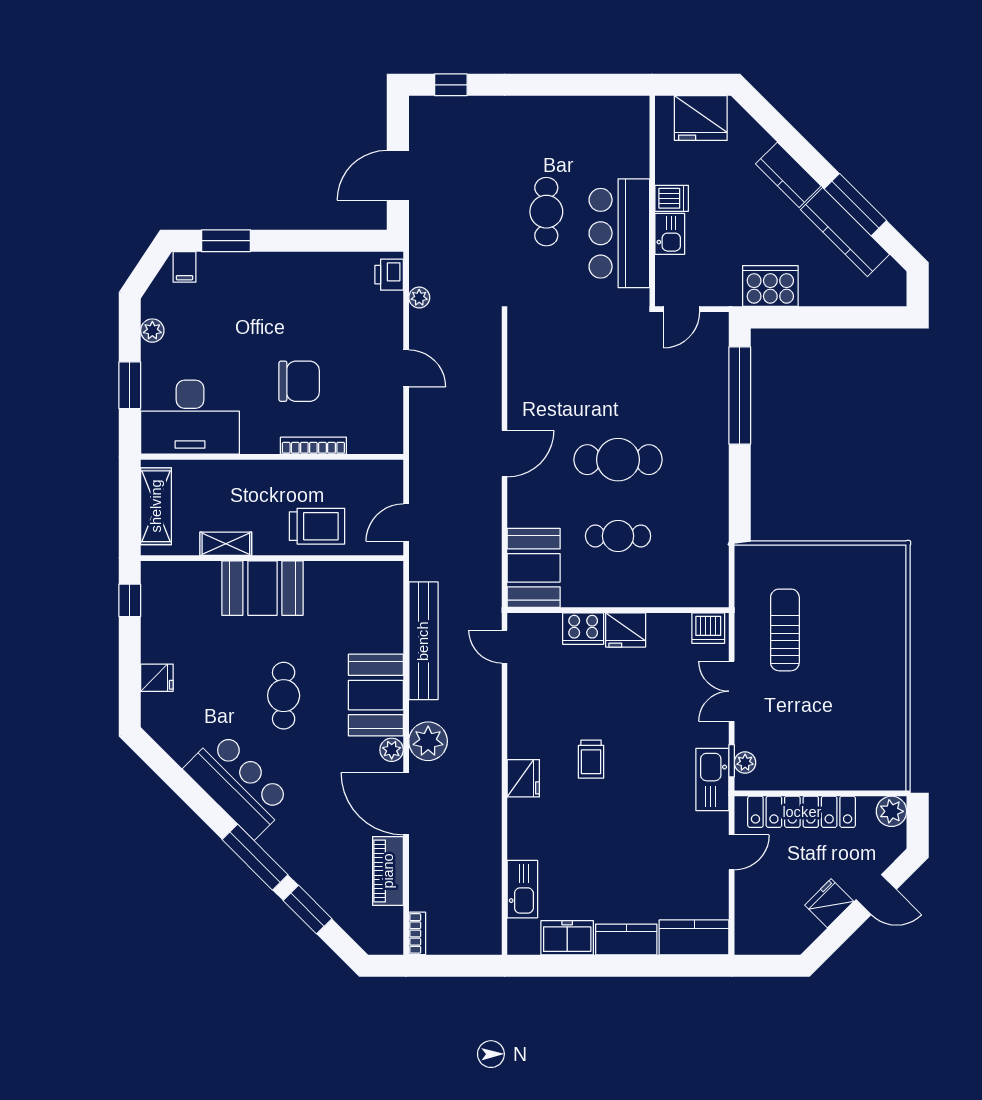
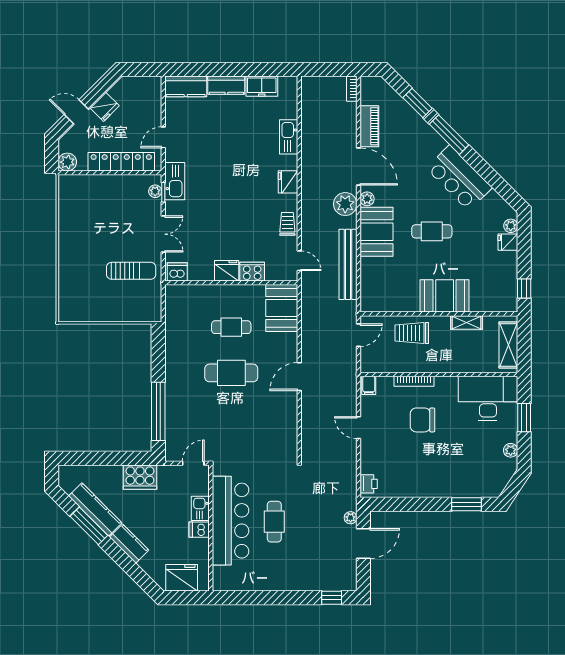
bar counter: (619, 233) -> (231, 521), width x1.36
filing cabinet: (185, 267) -> (369, 385), moved, turned 180
plant: (419, 298) -> (351, 518), moved
sun lounger: (785, 630) -> (131, 271), turned -90
cafe table: (284, 696) -> (432, 231), turned 90
plant: (152, 705) -> (511, 226), added
trolley: (591, 759) -> (287, 224), moved
kitchen sink: (522, 889) -> (289, 137), moved

